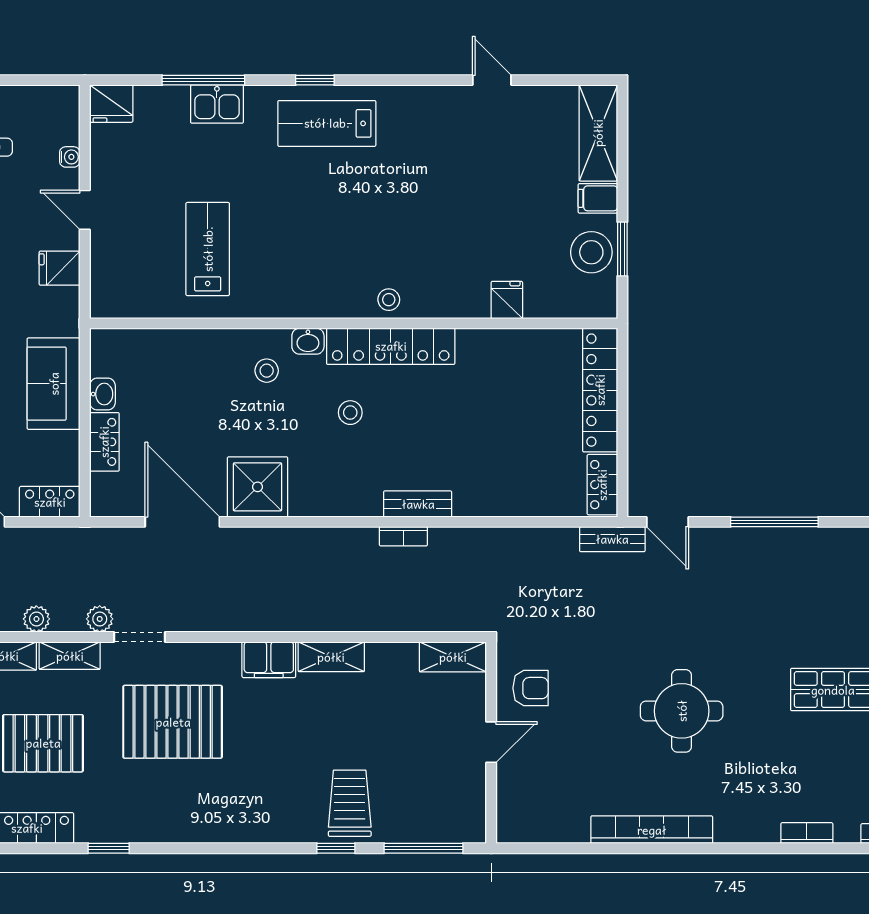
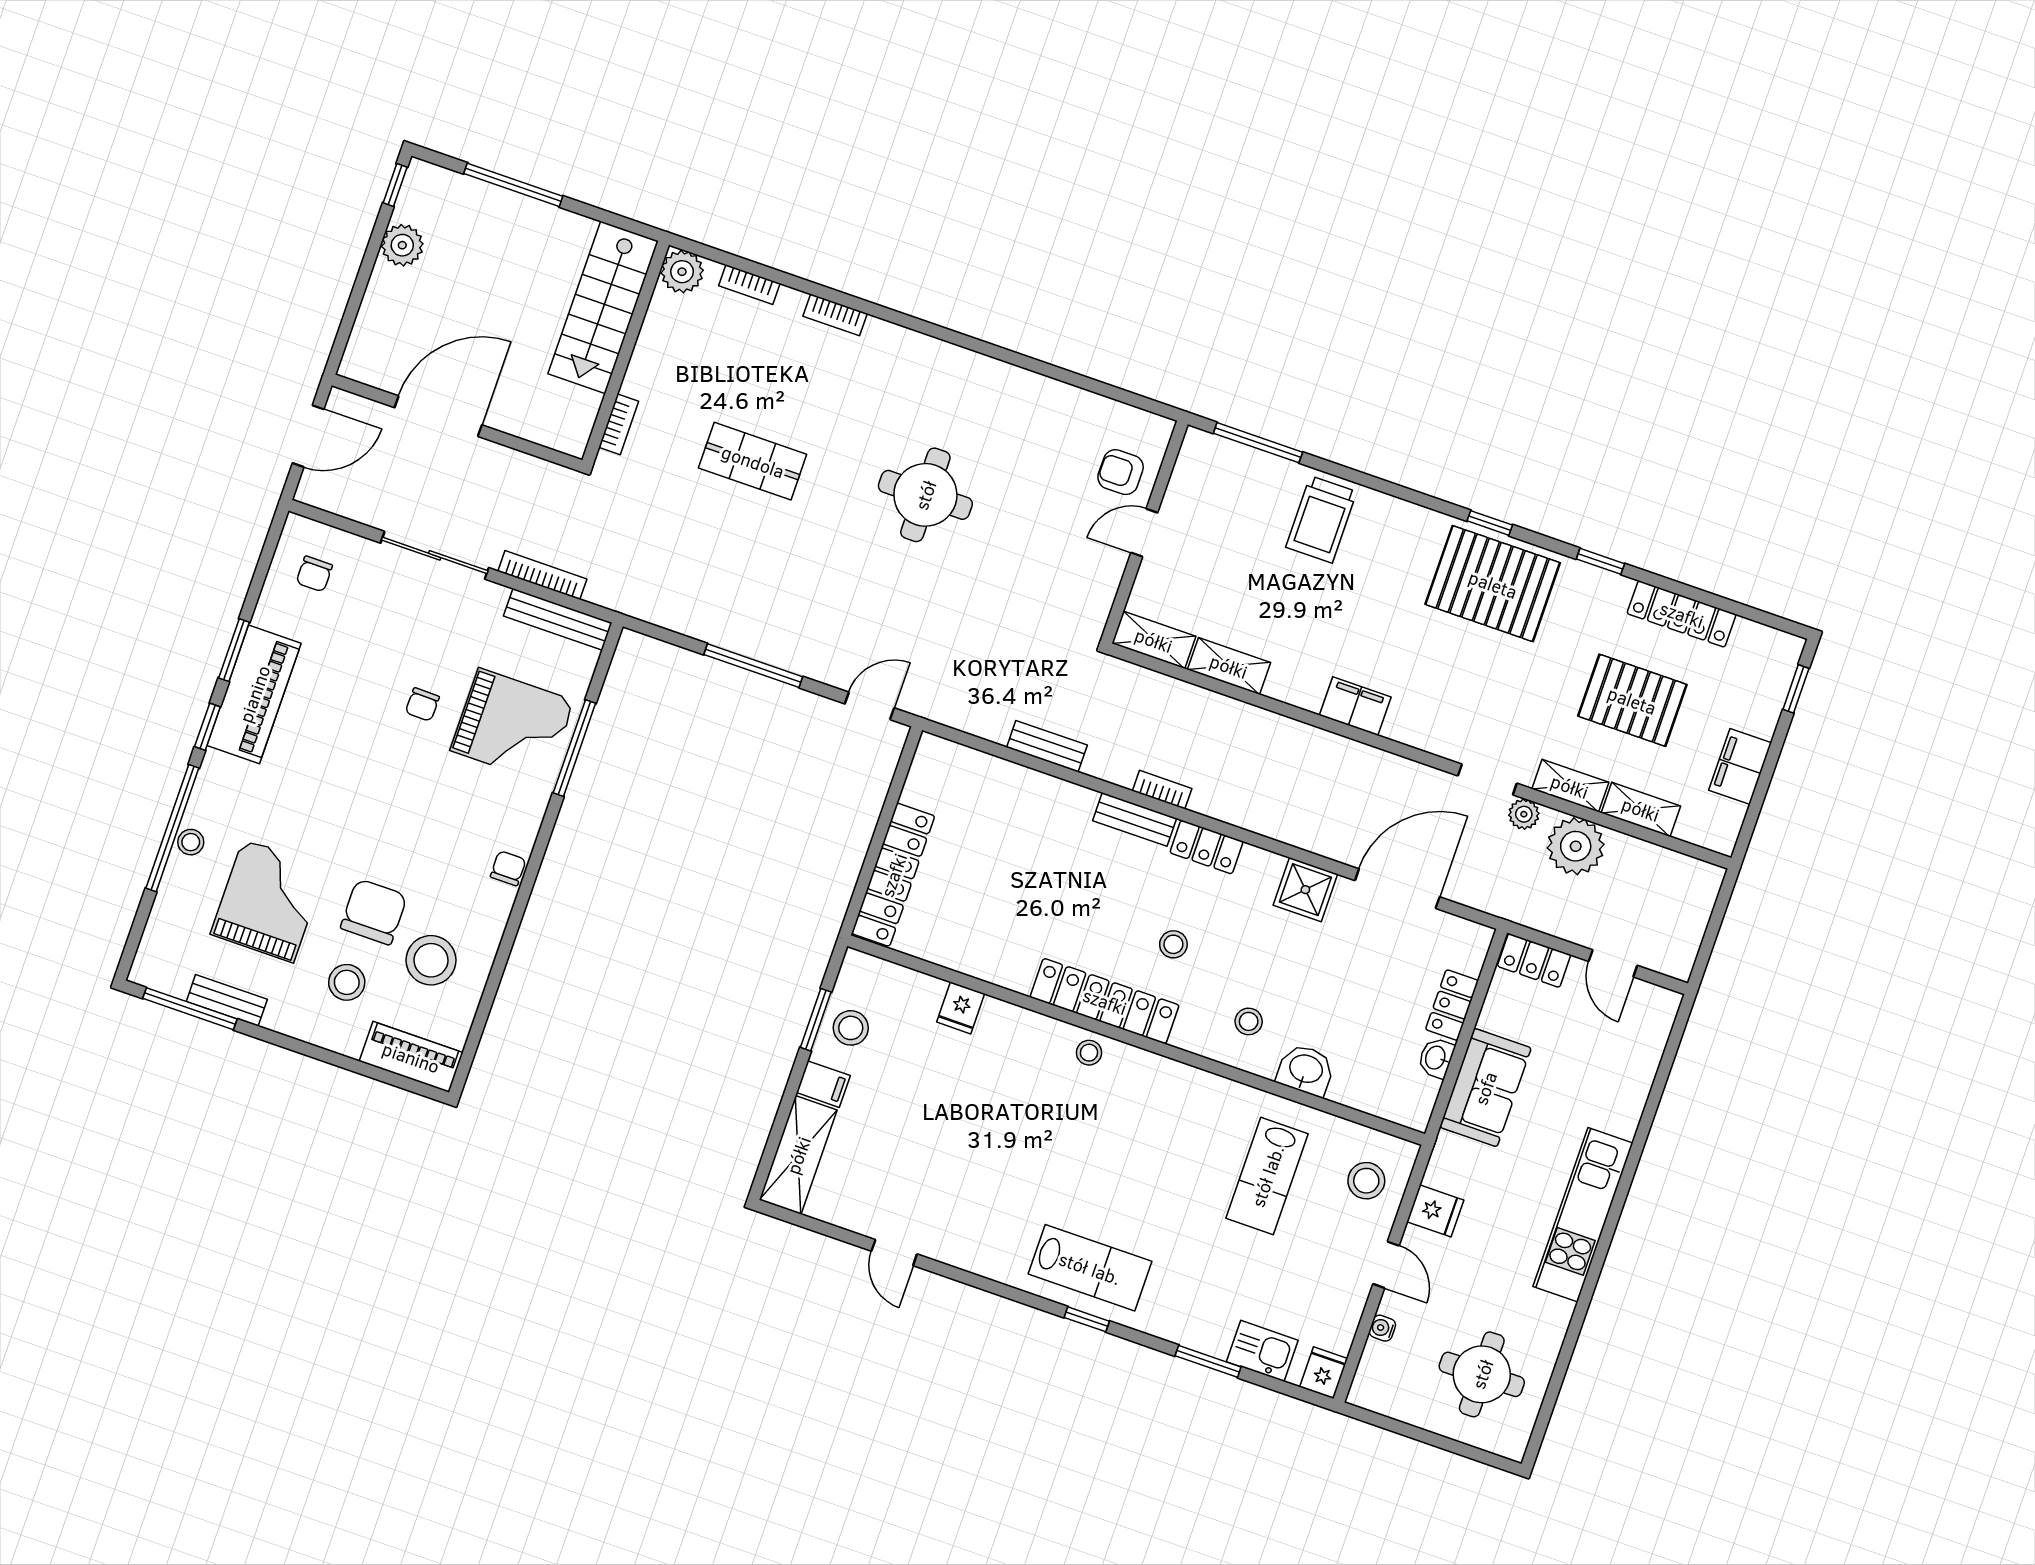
window: (203, 80) -> (1208, 1361), width x0.69
fridge: (111, 104) -> (1324, 1373), width x0.72
kitchen sink: (217, 104) -> (1262, 1351), moved
stool: (591, 252) -> (851, 1028), width x0.73, depth x0.73
stool: (125, 273) -> (1366, 1181), added
washbasin: (308, 341) -> (1306, 1070), moved, width x1.38, depth x1.45
locker: (602, 485) -> (1206, 847), moved, turned 90
shower: (258, 487) -> (1305, 890), width x0.73, depth x0.73
door: (182, 522) -> (1397, 889), swing flipped
door: (667, 522) -> (869, 706), hinge flipped
bench: (612, 539) -> (1047, 746), moved
plant: (36, 619) -> (1576, 846), width x1.87, depth x1.87
shelving: (331, 657) -> (1229, 666), moved
armchair: (531, 688) -> (1121, 472), moved
pallet: (173, 722) -> (1493, 584), moved
bookcase: (652, 830) -> (1003, 377), removed
window: (336, 848) -> (1490, 523), moved

